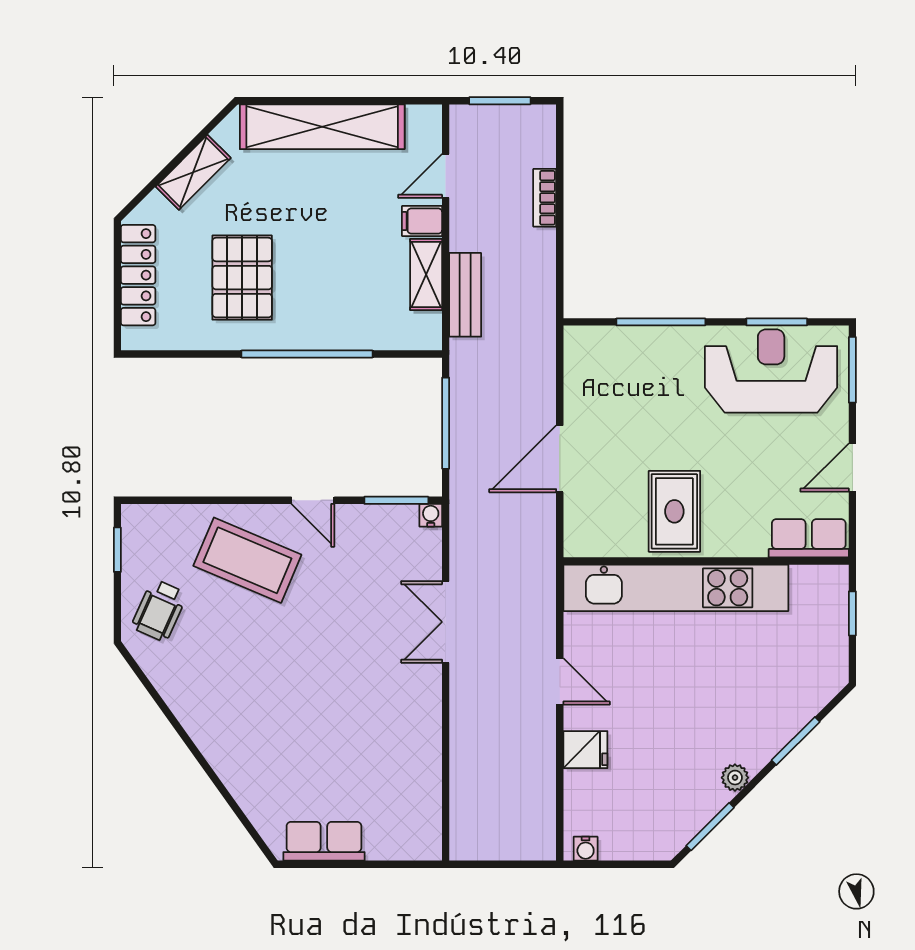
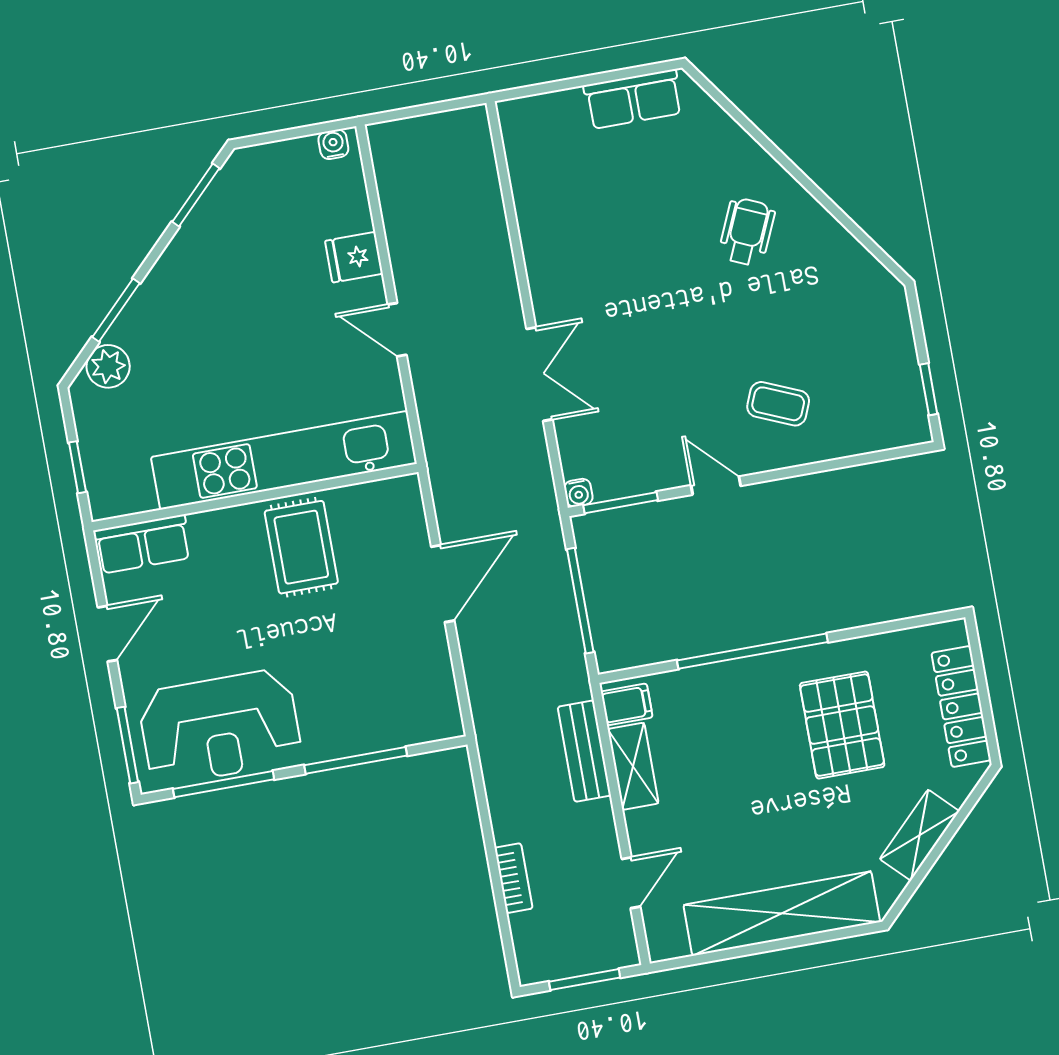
filing cabinet: (422, 221) -> (627, 704), moved
window: (777, 322) -> (224, 784), width x1.44
coffee table: (247, 560) -> (778, 404), width x0.54, depth x0.58
wheelchair: (159, 610) -> (747, 232), moved
plant: (735, 778) -> (108, 366), moved, width x1.38, depth x1.38

